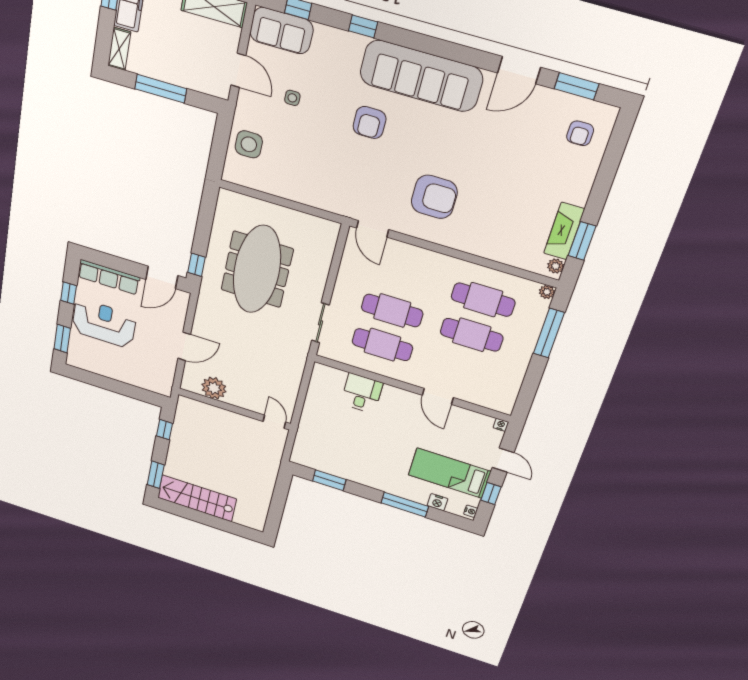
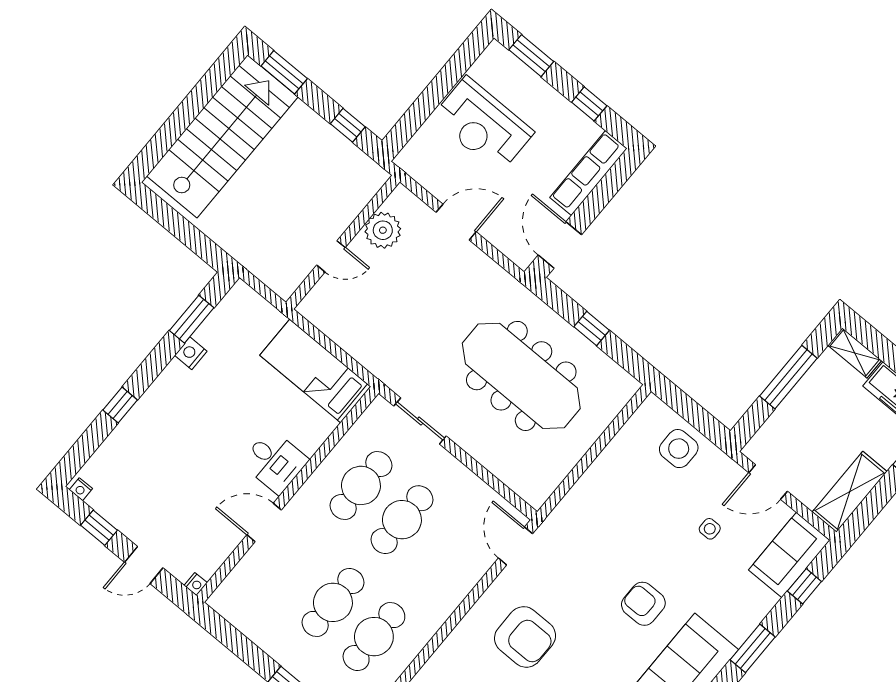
window: (363, 26) -> (753, 648), width x1.50
armchair: (434, 197) -> (525, 637), turned -90
door: (373, 229) -> (516, 546), hinge flipped
window: (196, 265) -> (592, 328), moved
reception desk: (104, 323) -> (483, 125), moved, turned 90
door: (184, 346) -> (456, 222), swing flipped
desk: (362, 393) -> (275, 461), moved
door: (274, 422) -> (331, 256), moved
bed: (449, 473) -> (315, 371), moved, turned -90
stairs: (197, 498) -> (222, 136), width x1.36, depth x1.51
nightstand: (437, 502) -> (191, 353), moved
window: (405, 505) -> (120, 405), width x0.46

